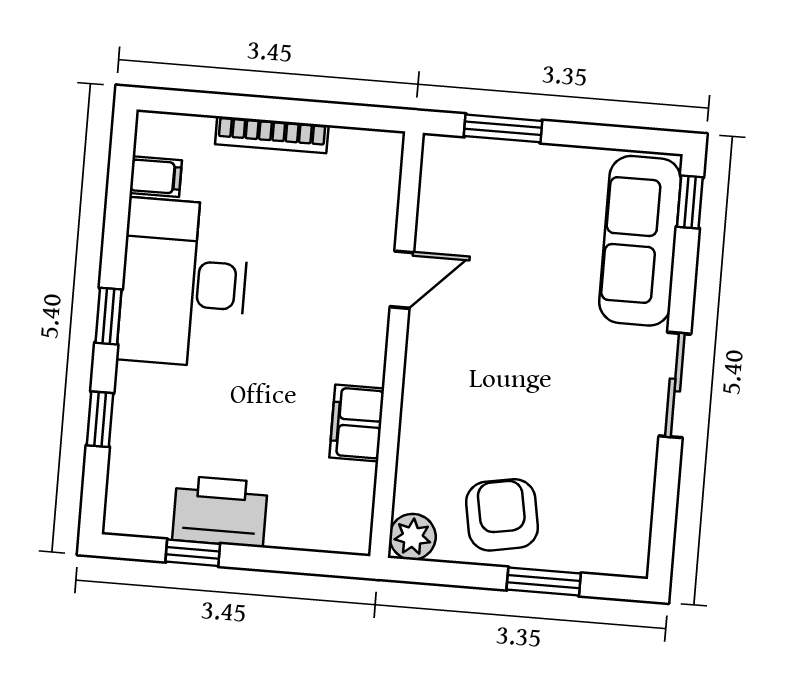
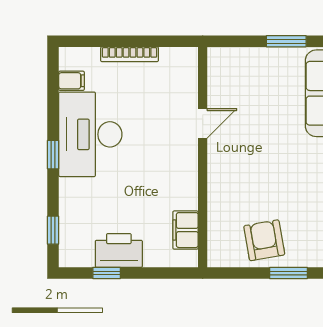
window: (503, 128) -> (286, 41), moved
window: (100, 419) -> (53, 230), moved
filing cabinet: (357, 423) -> (185, 230), moved
plant: (413, 537) -> (219, 255), removed

